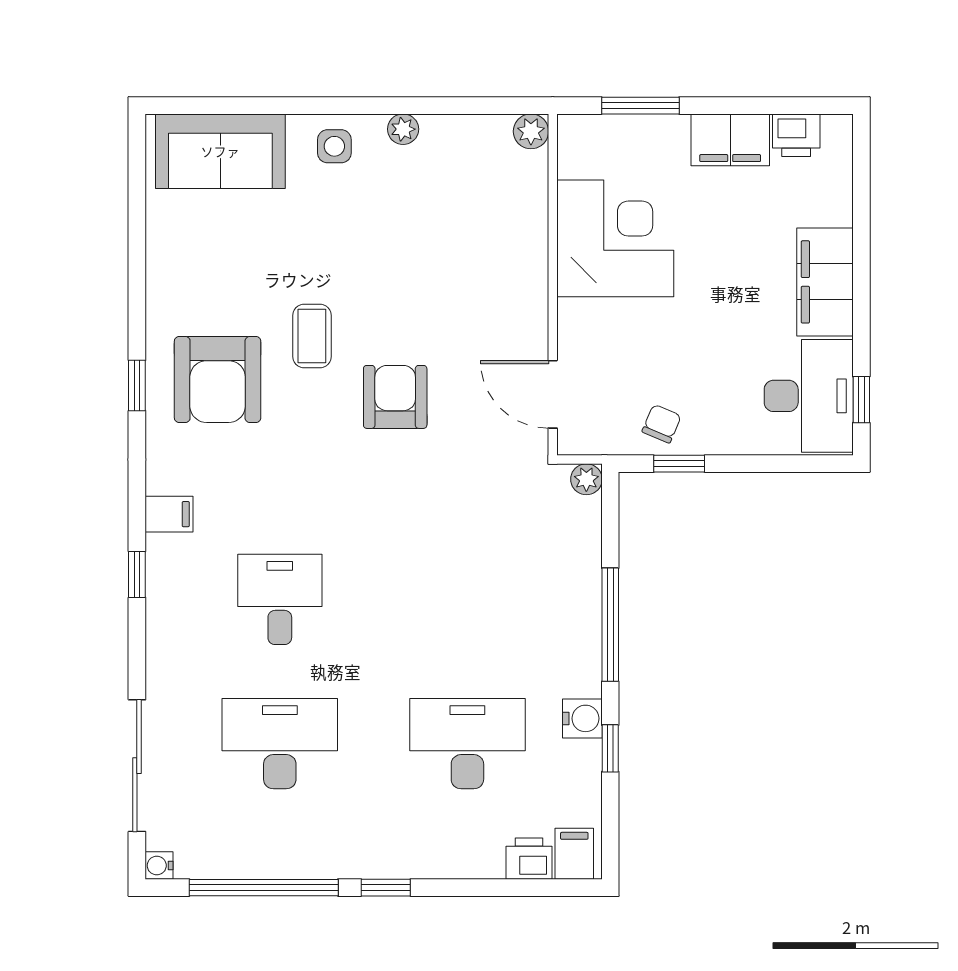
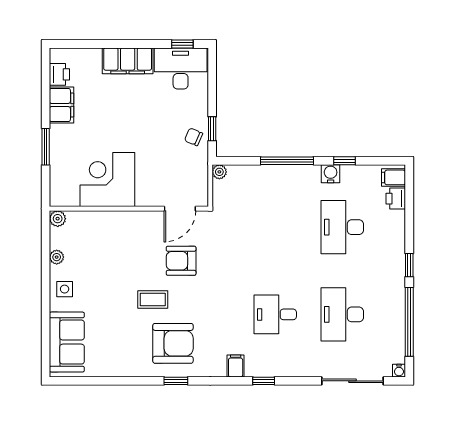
plant: (531, 131) -> (58, 219), moved
corner desk: (615, 238) -> (107, 180), moved
wall: (553, 285) -> (129, 209), moved
door: (553, 394) -> (180, 209), moved

